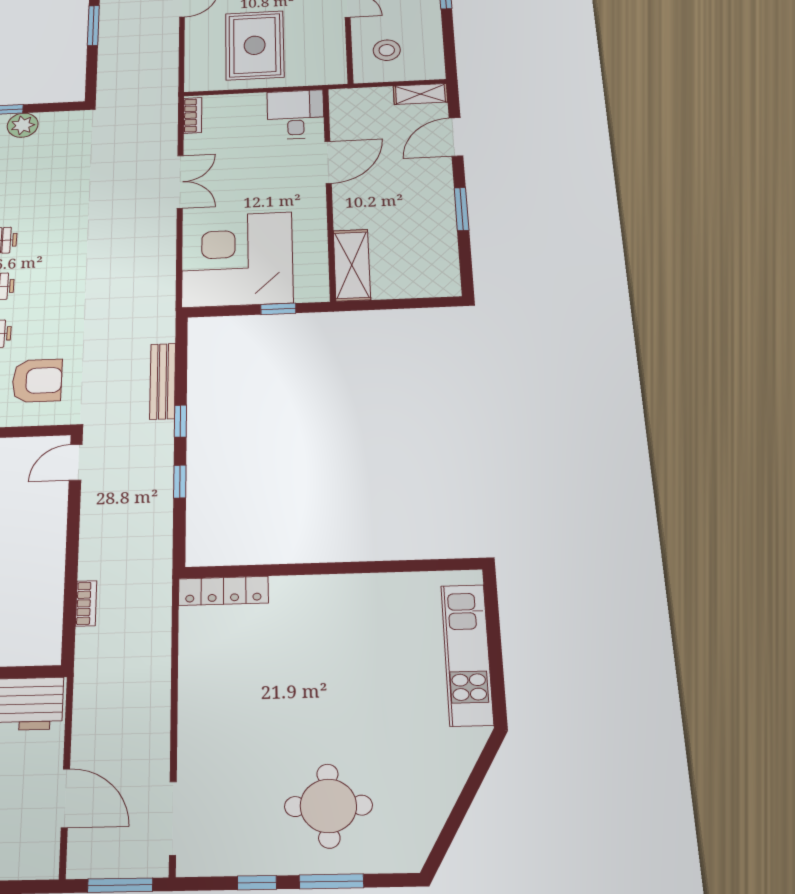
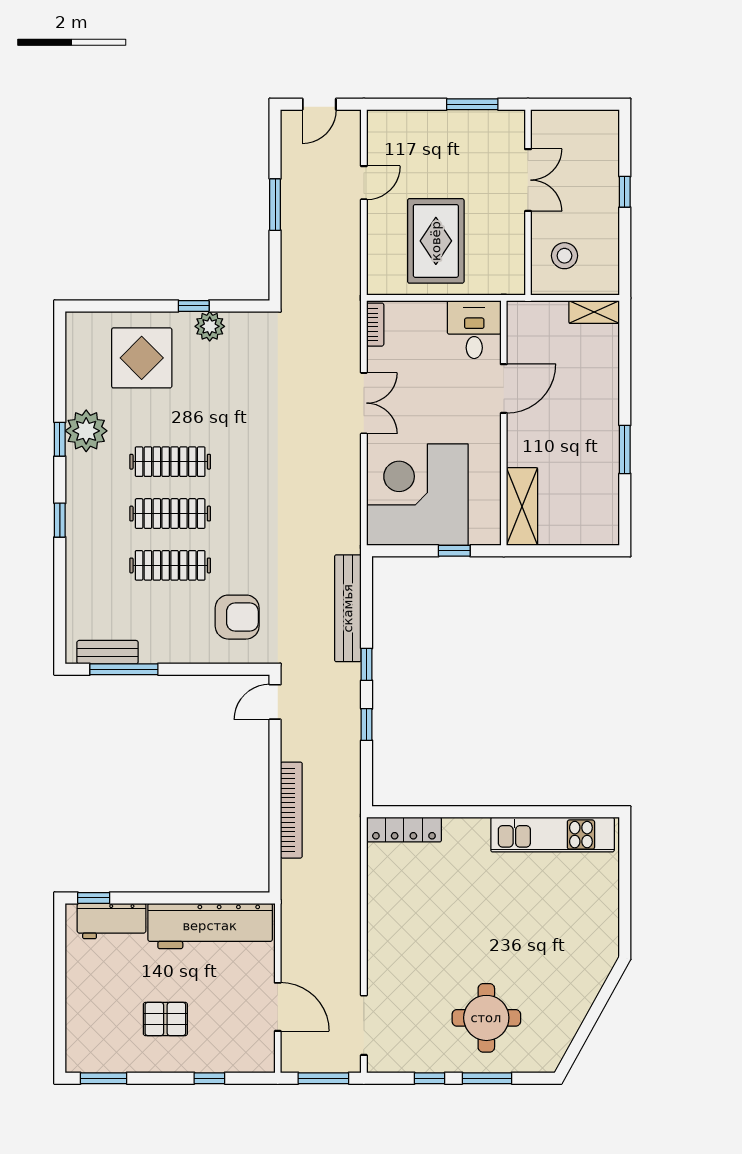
door: (456, 137) -> (625, 366), removed
bench: (163, 381) -> (348, 608), width x1.37, depth x1.21
bookcase: (86, 603) -> (291, 810), width x2.31, depth x1.31
kitchen unit: (467, 654) -> (553, 835), moved, turned -90

